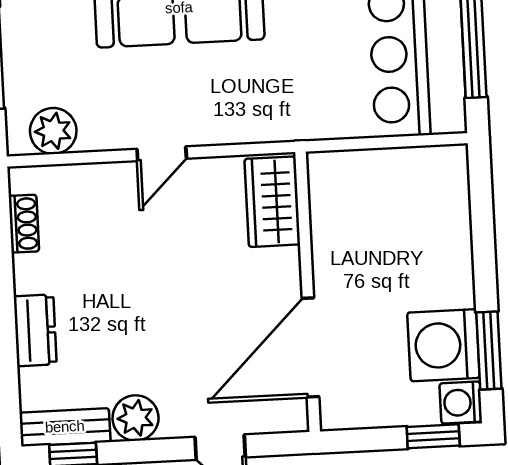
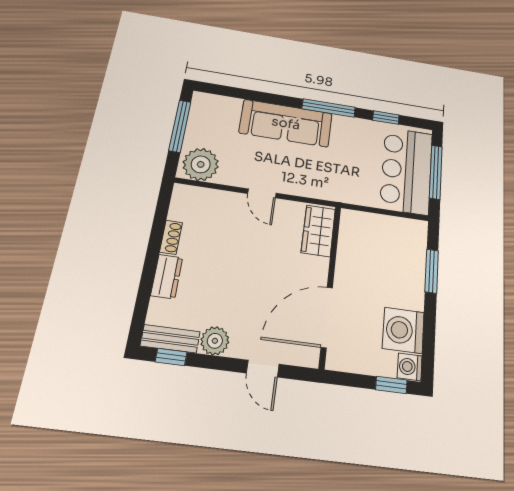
plant: (53, 131) -> (201, 164), width x1.36, depth x1.36
door: (162, 154) -> (262, 193), hinge flipped
shoe rack: (24, 224) -> (171, 237), moved
window: (489, 350) -> (432, 271), moved

